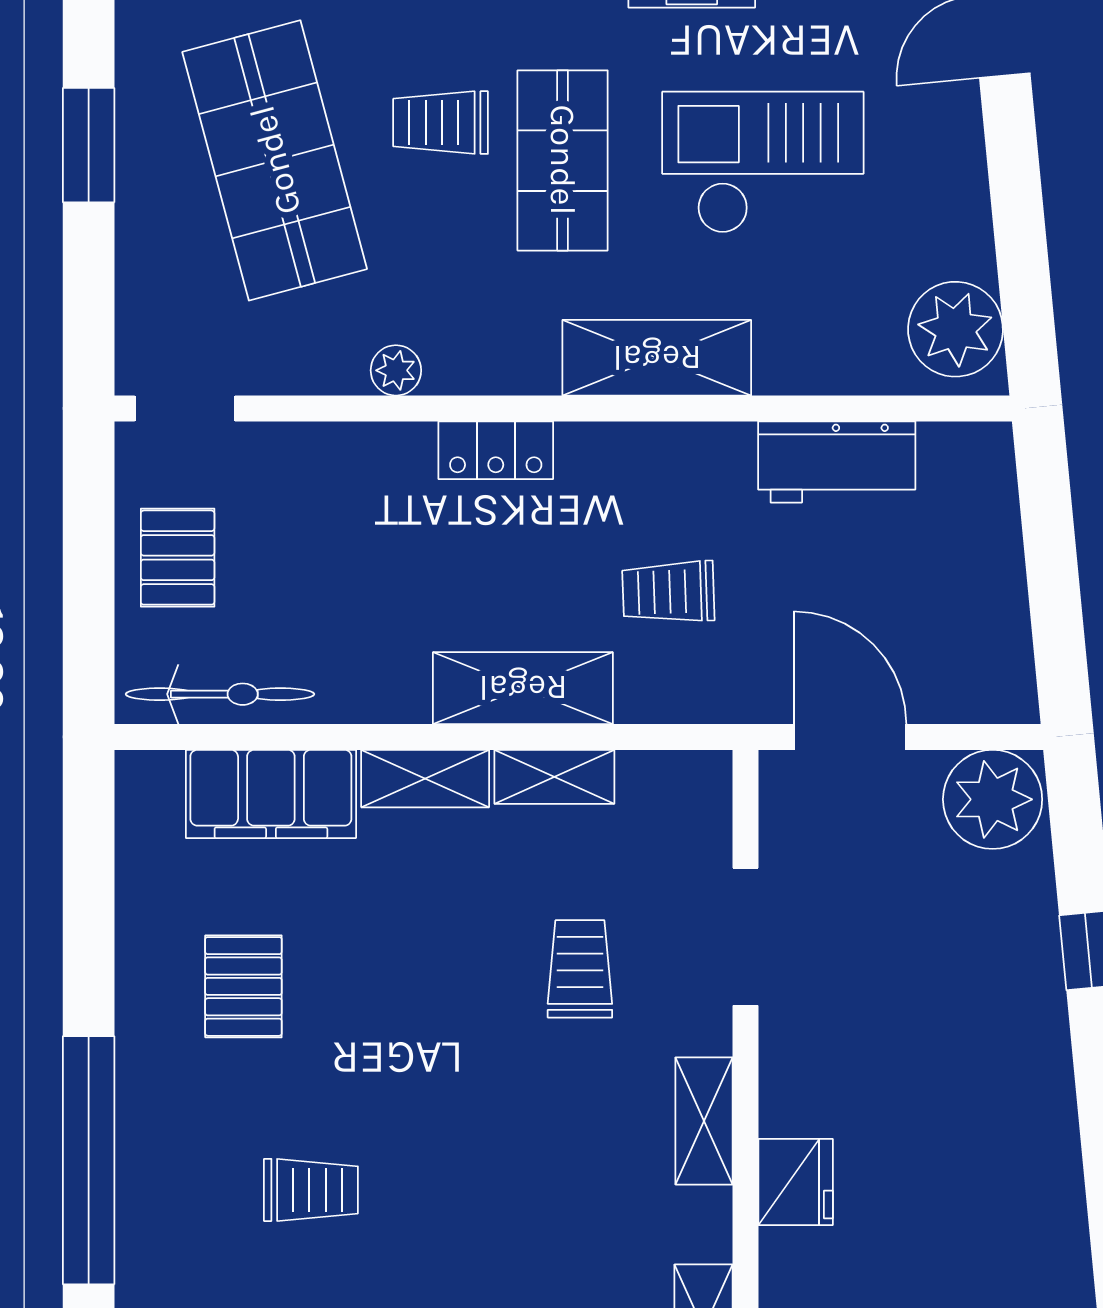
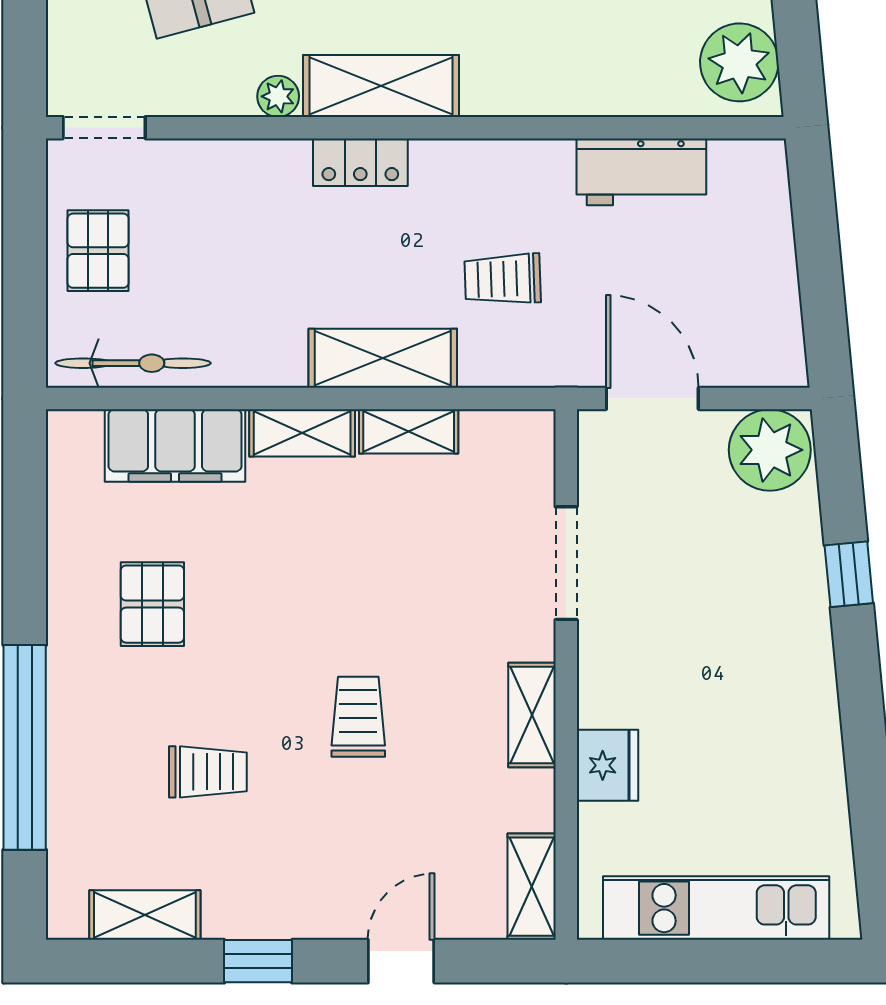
shelving: (657, 358) -> (381, 86), moved
trolley: (580, 969) -> (358, 717), moved

